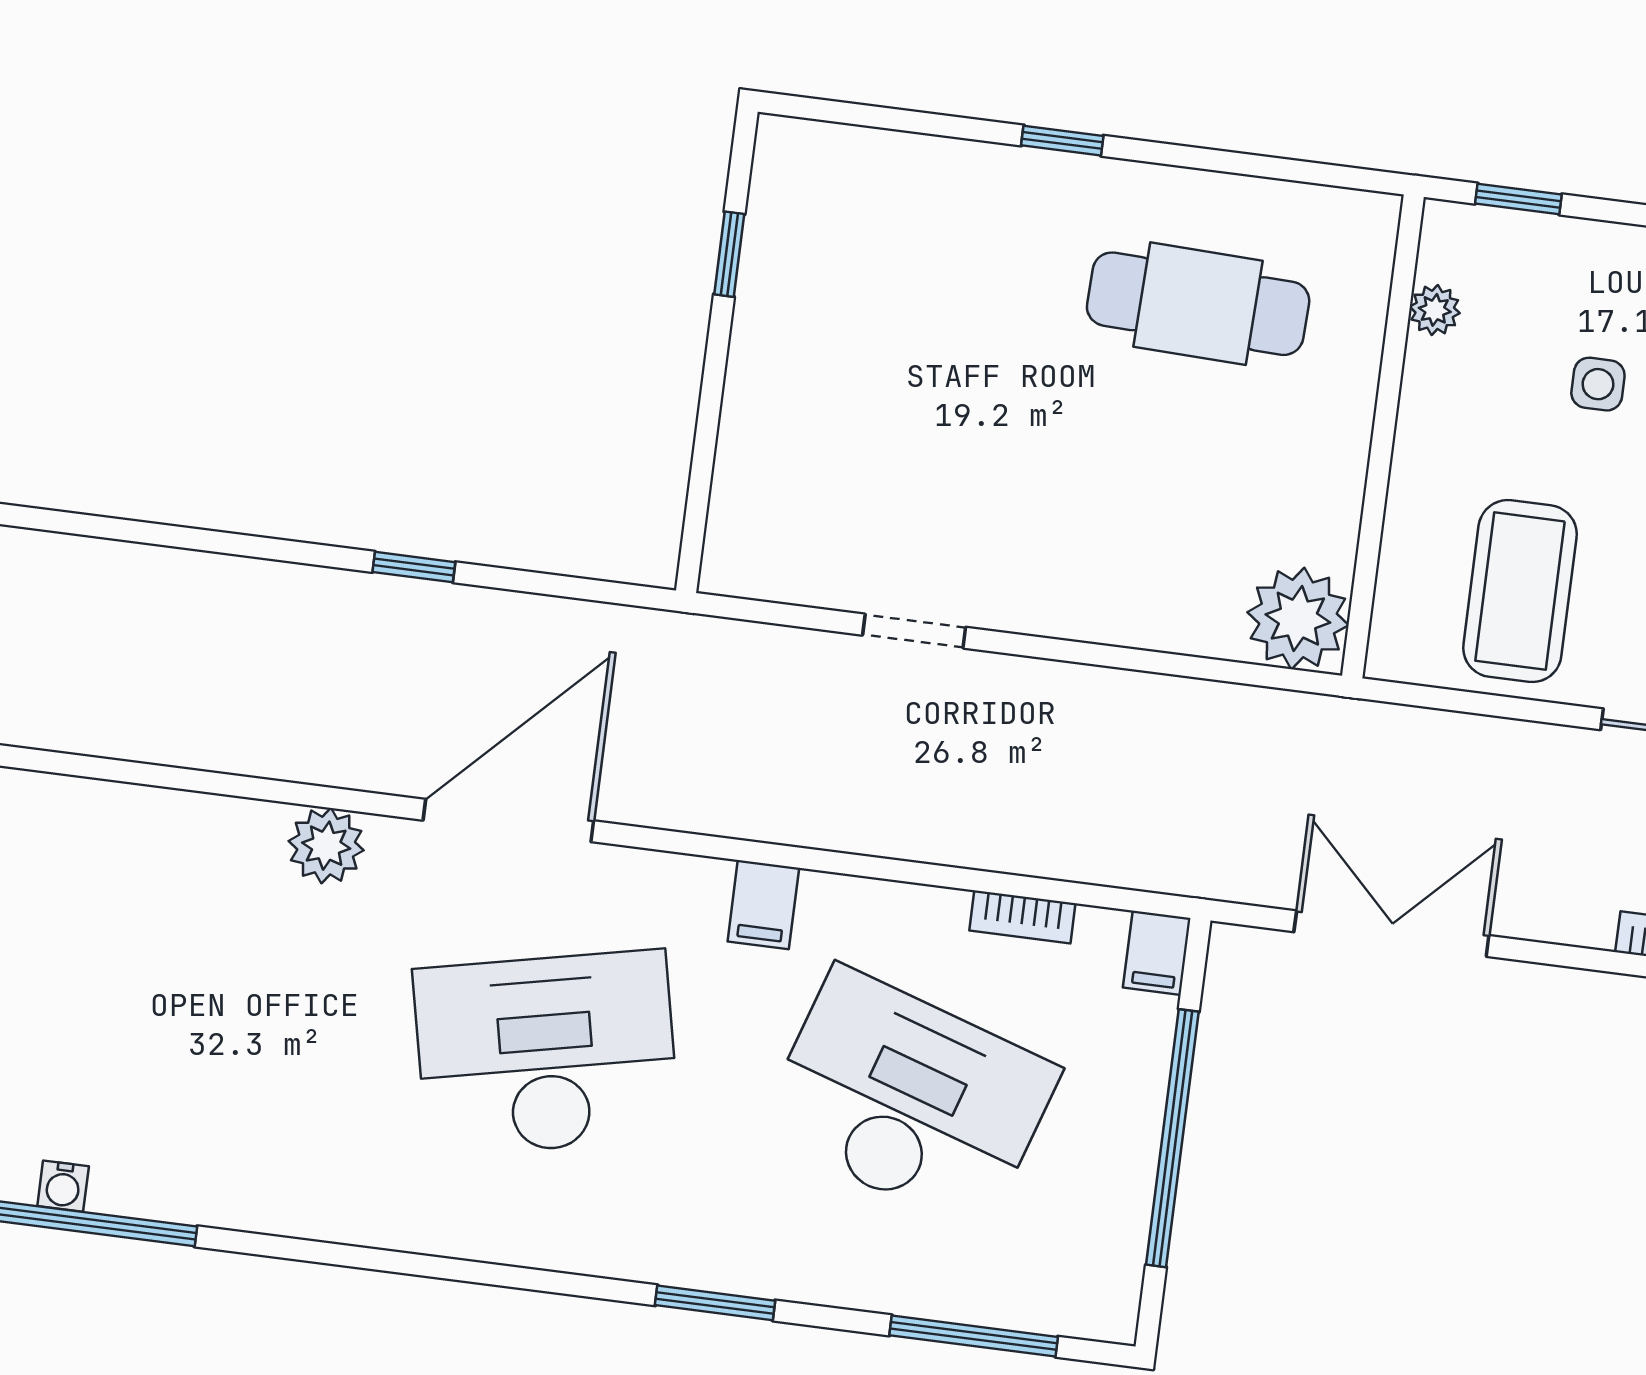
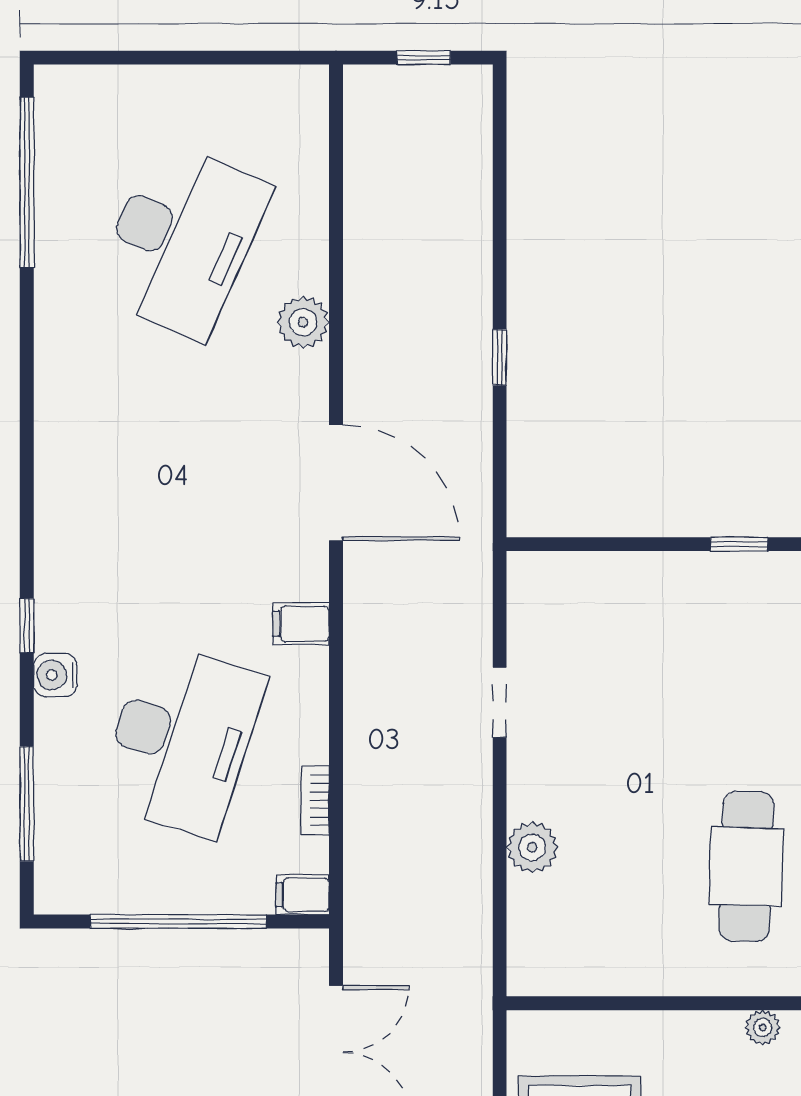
plant: (1298, 619) -> (532, 847), moved, width x0.73, depth x0.73
door: (508, 821) -> (336, 483), moved
desk: (546, 1053) -> (181, 240), moved, turned 36
water cooler: (63, 1186) -> (55, 675), moved, width x1.38, depth x1.38
window: (715, 1303) -> (27, 626), width x0.67

